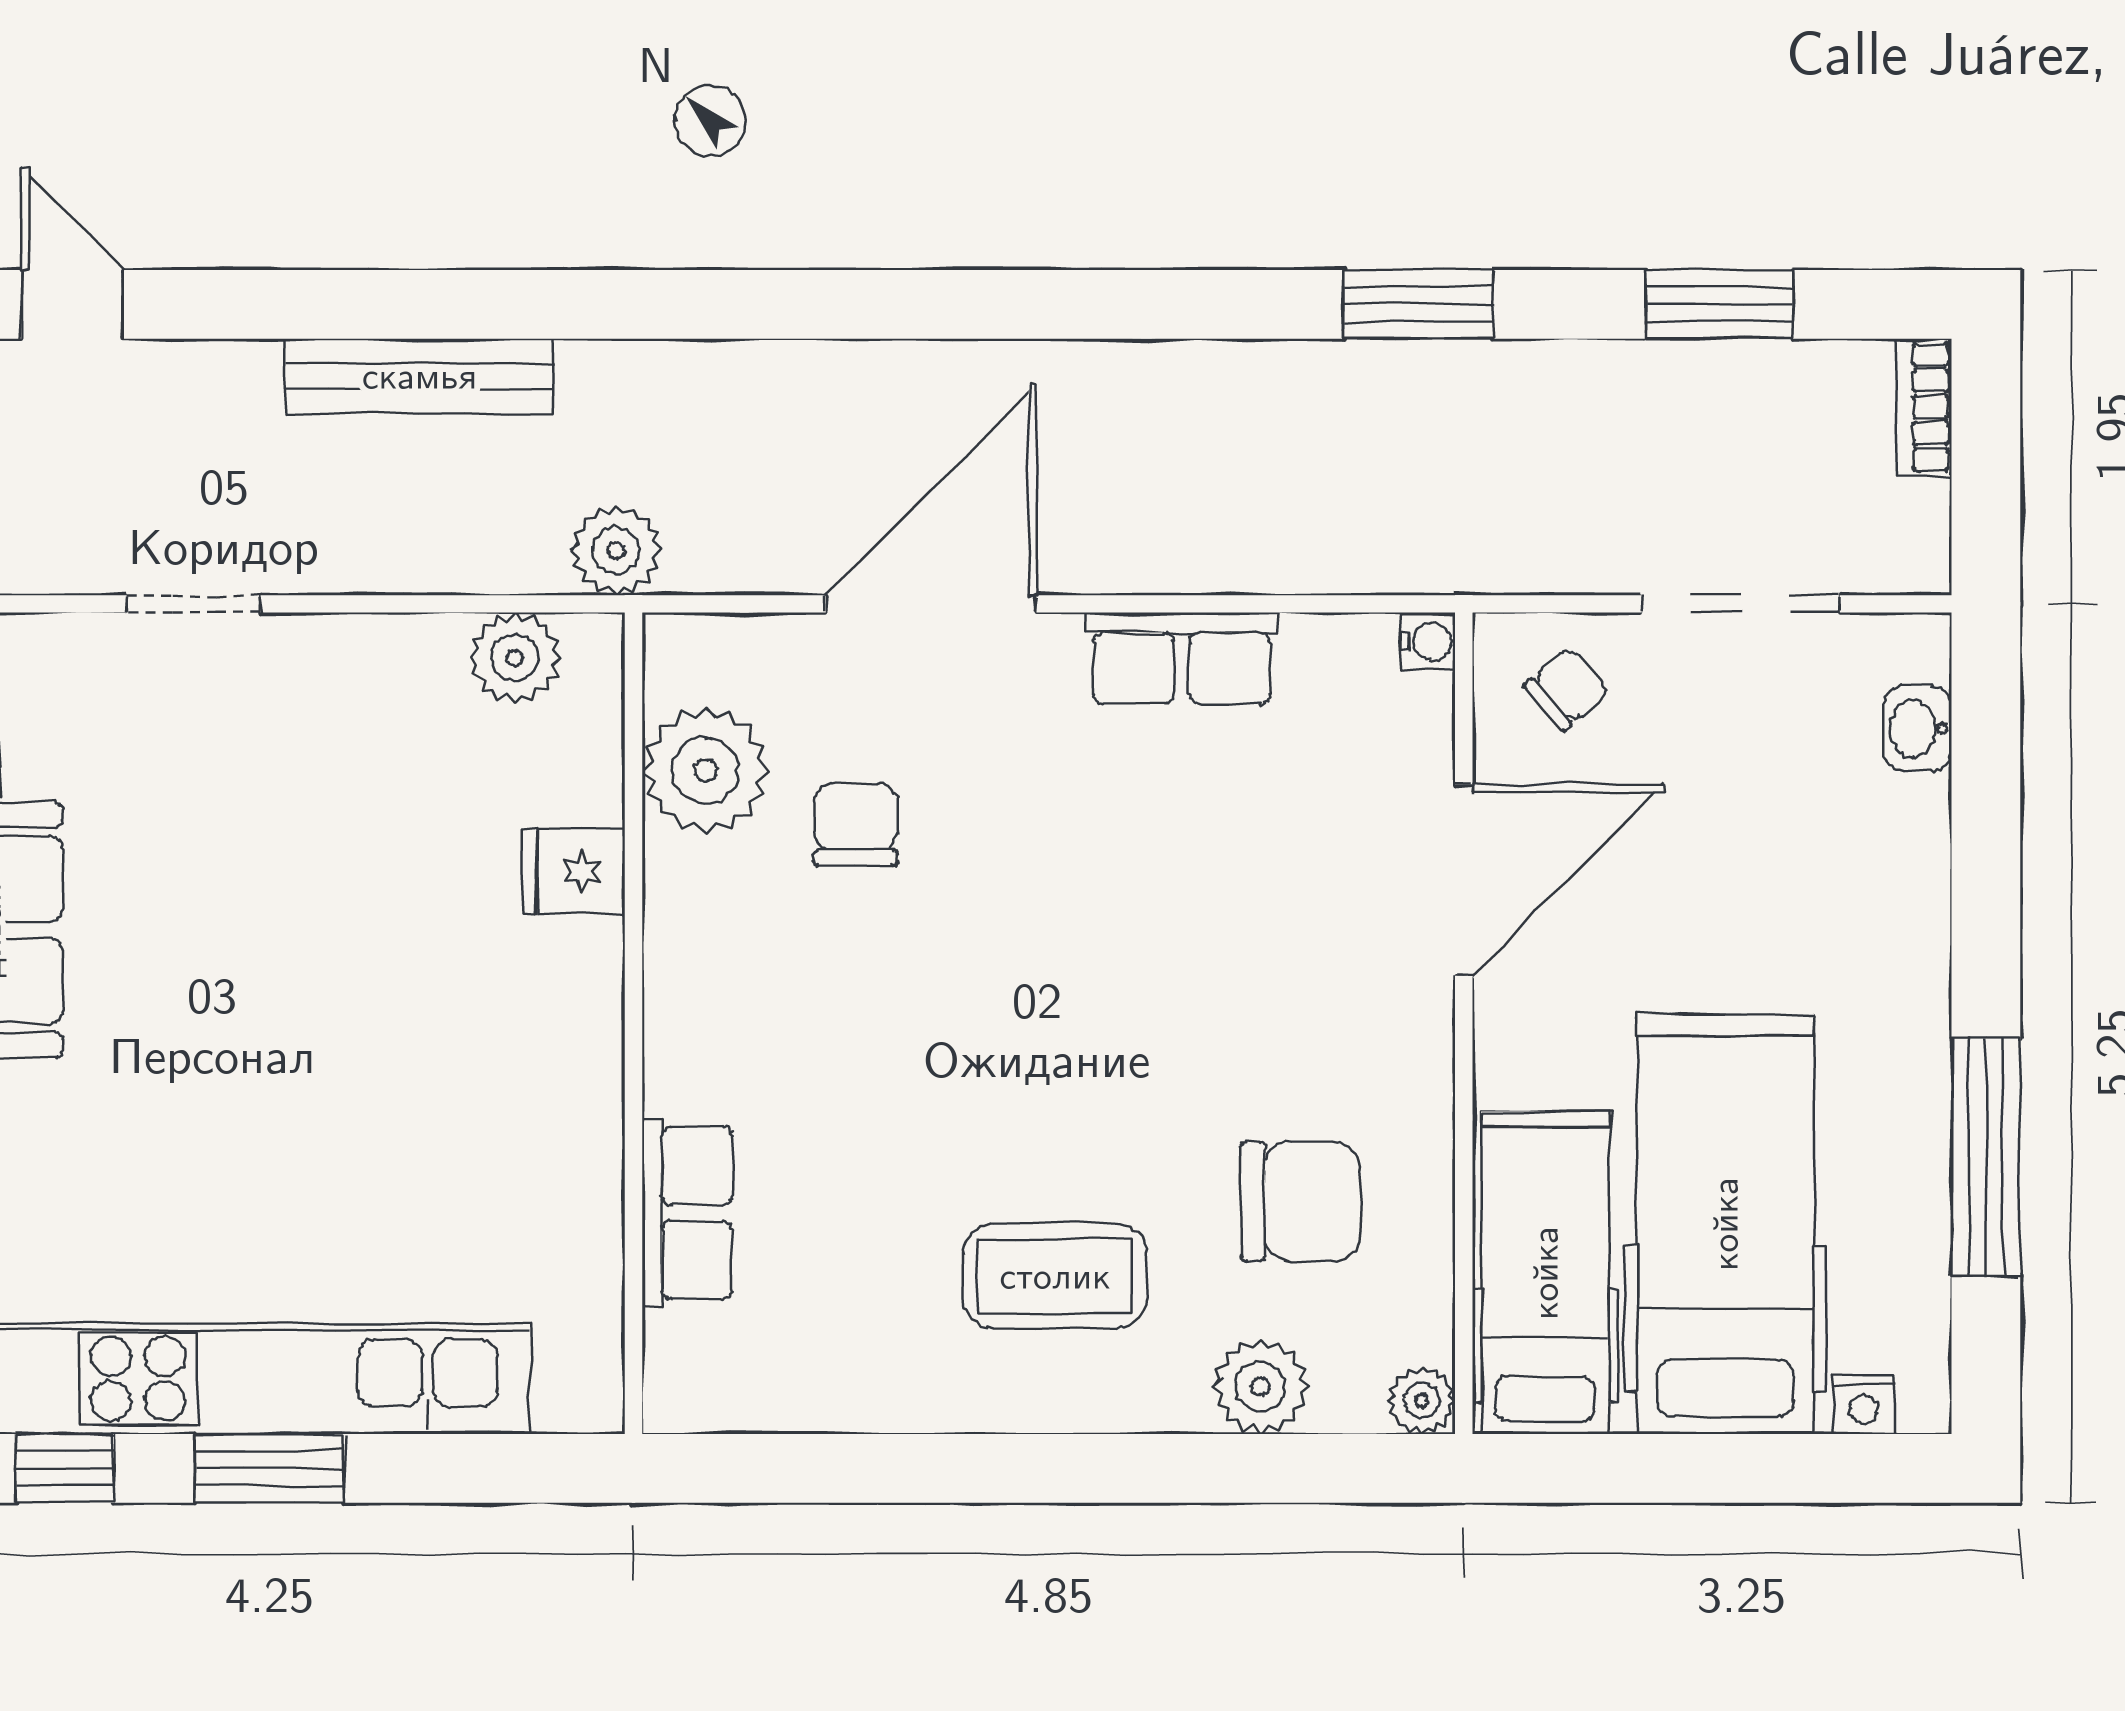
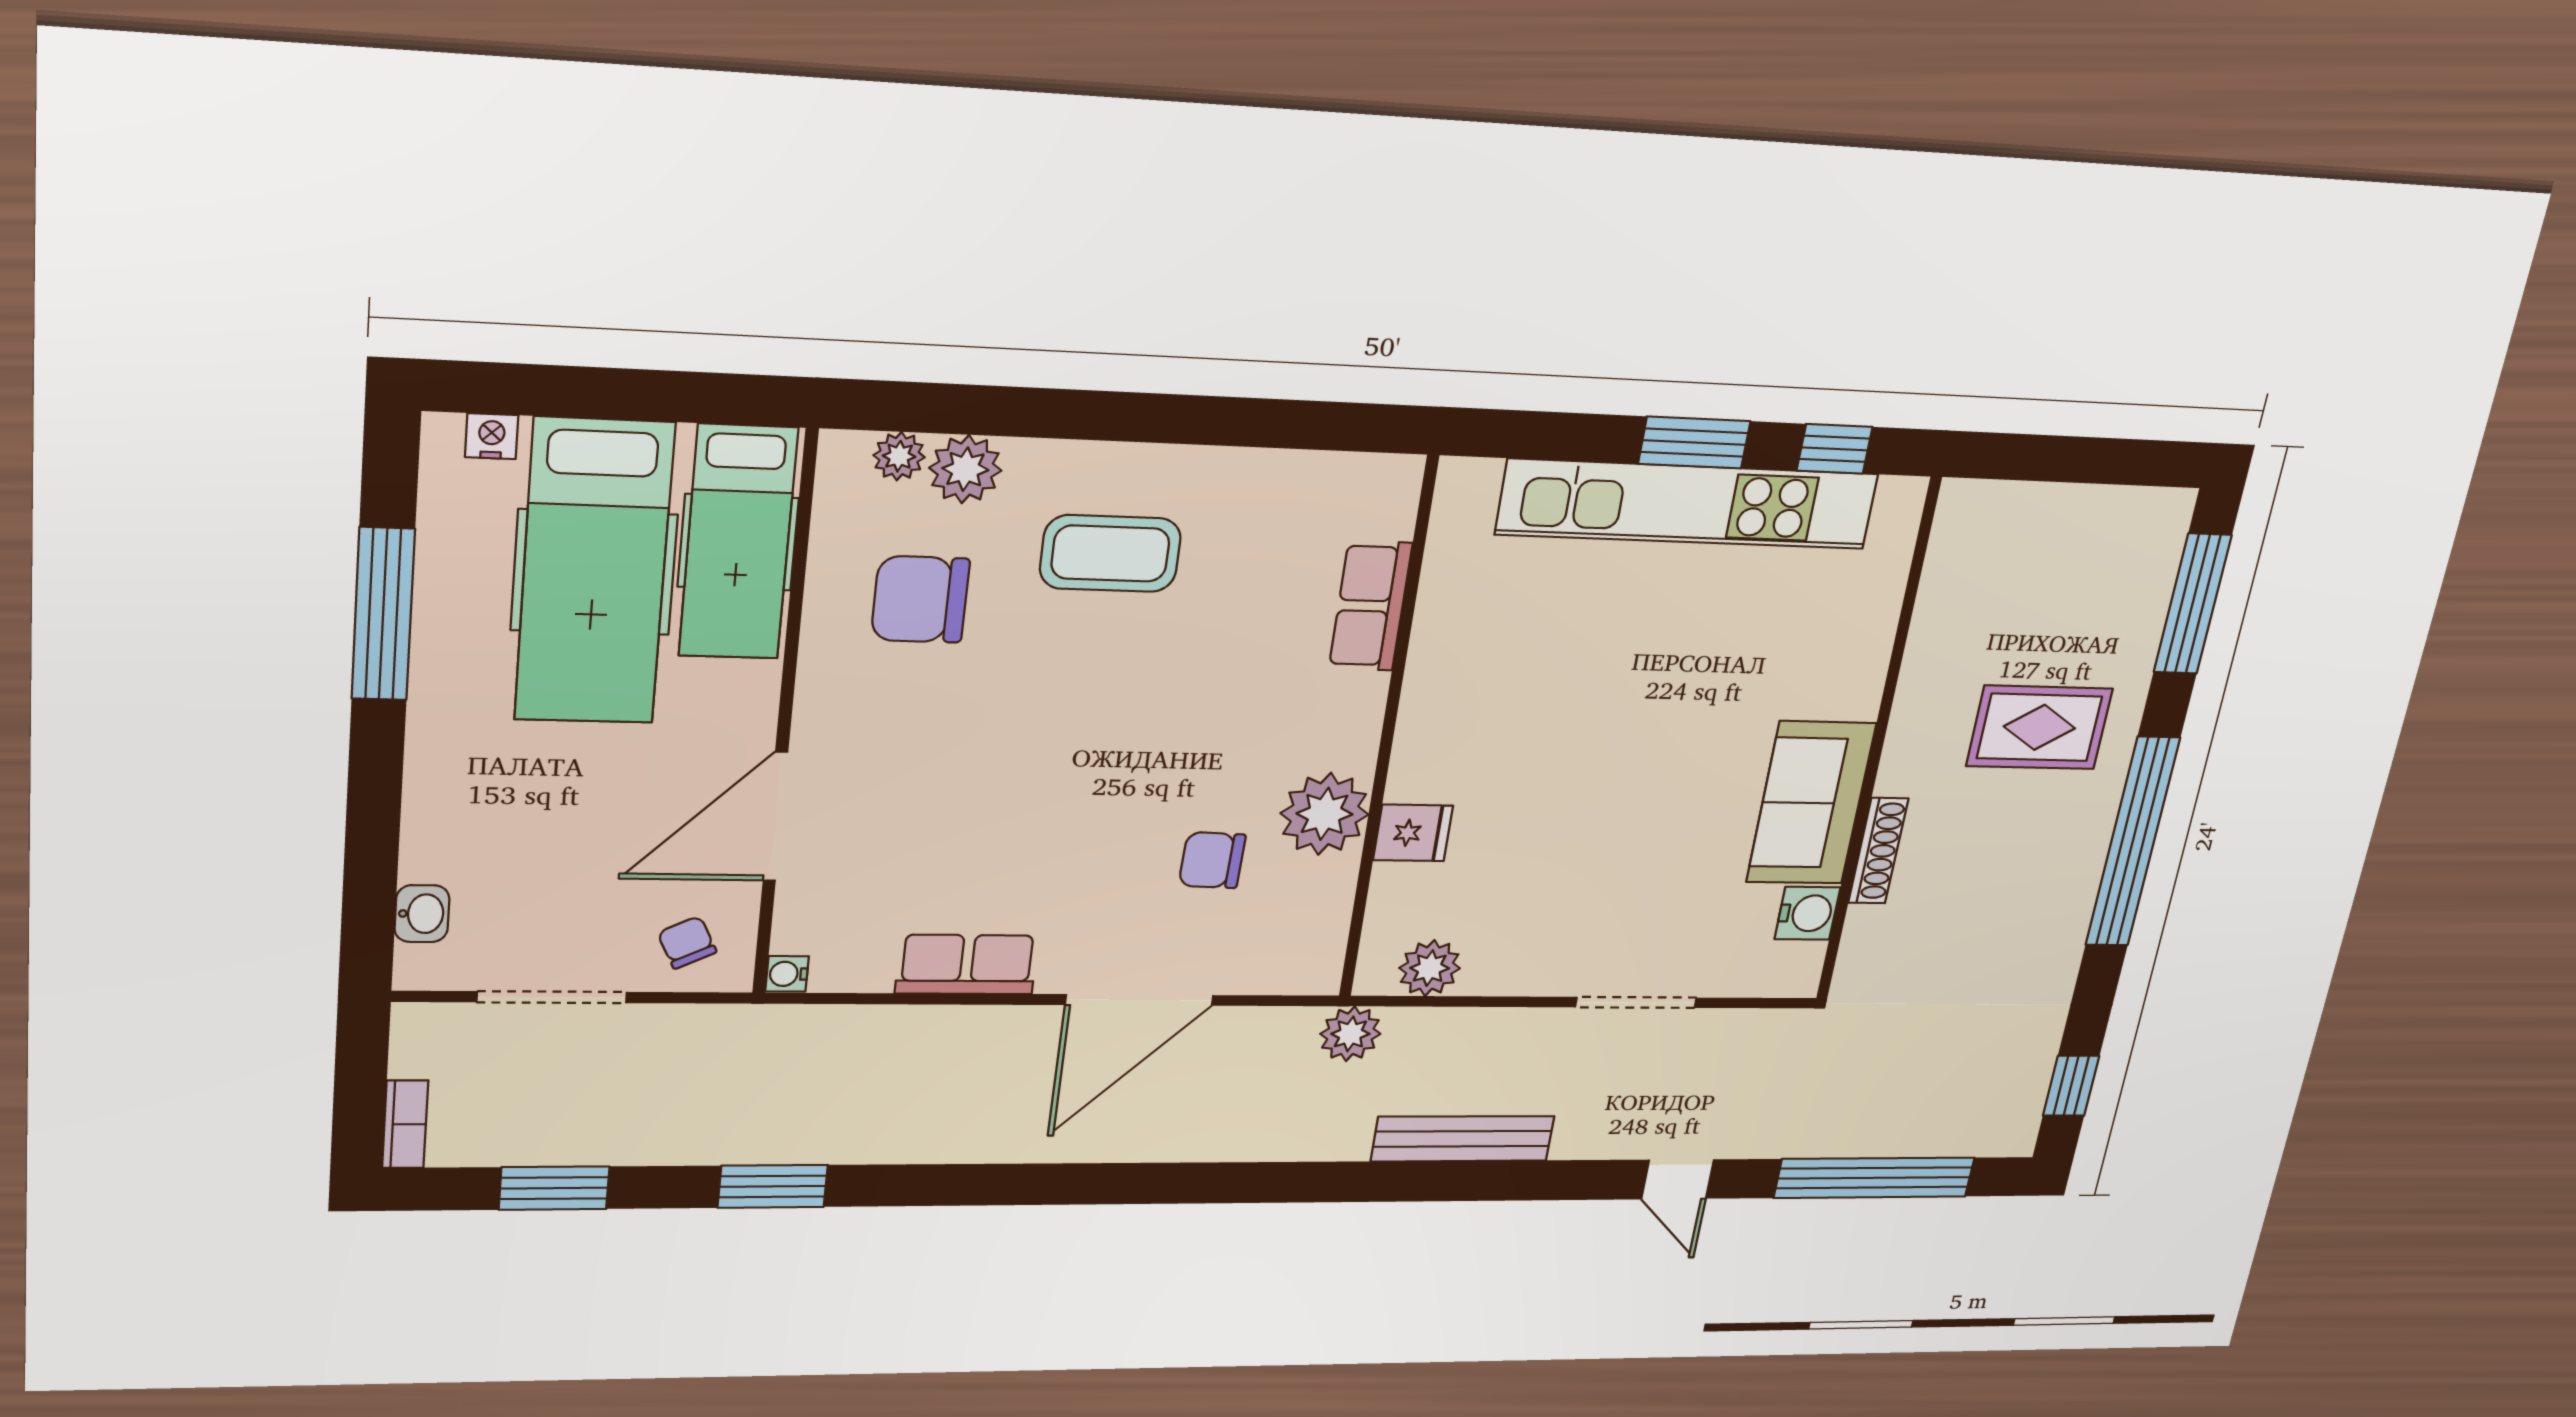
doorway: (194, 604) -> (1636, 1002), width x1.38
chair: (1567, 689) -> (687, 942), turned 105
plant: (706, 770) -> (1325, 814), moved
chair: (856, 825) -> (1212, 860), turned 92
plant: (1422, 1401) -> (899, 456), moved

